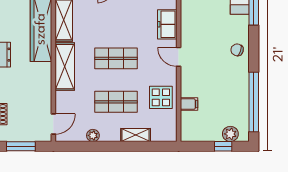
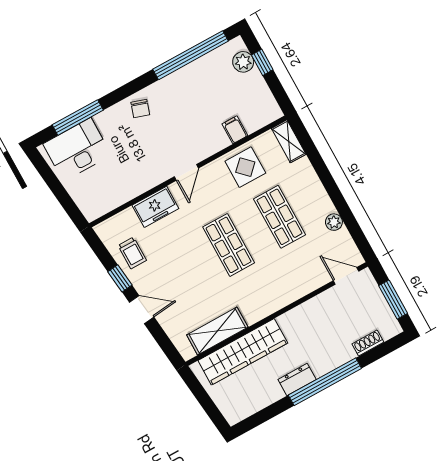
shelving: (65, 67) -> (271, 300), removed
shelving: (136, 135) -> (289, 141), moved

